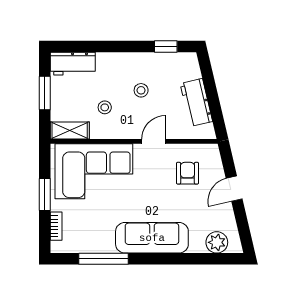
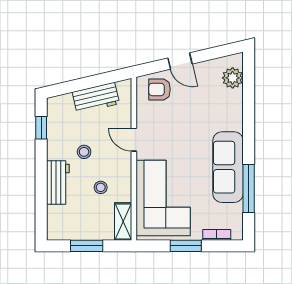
workbench: (73, 64) -> (58, 182), moved
armchair: (188, 173) -> (160, 89), moved
sofa: (152, 238) -> (228, 167), moved

